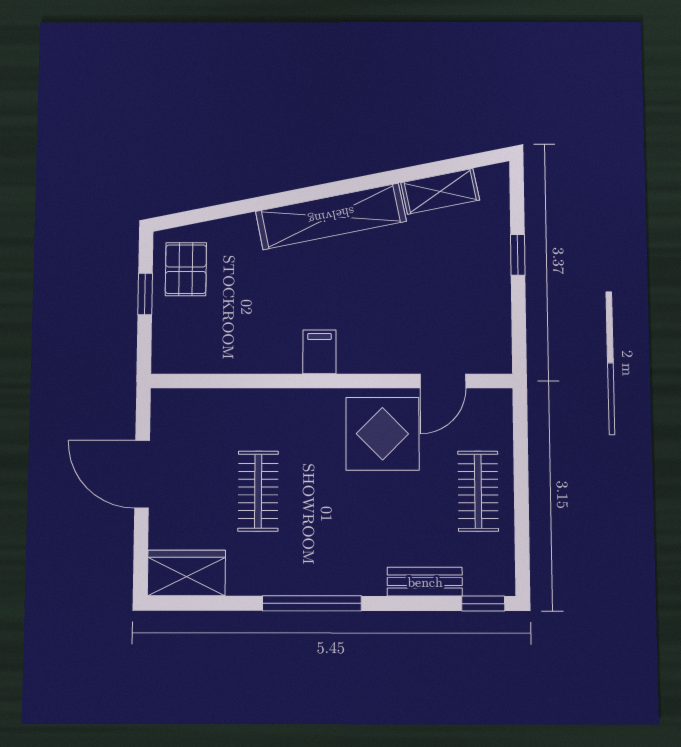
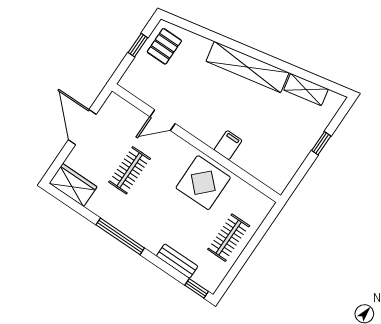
filing cabinet: (319, 352) -> (228, 145), moved
door: (443, 381) -> (163, 120), moved

